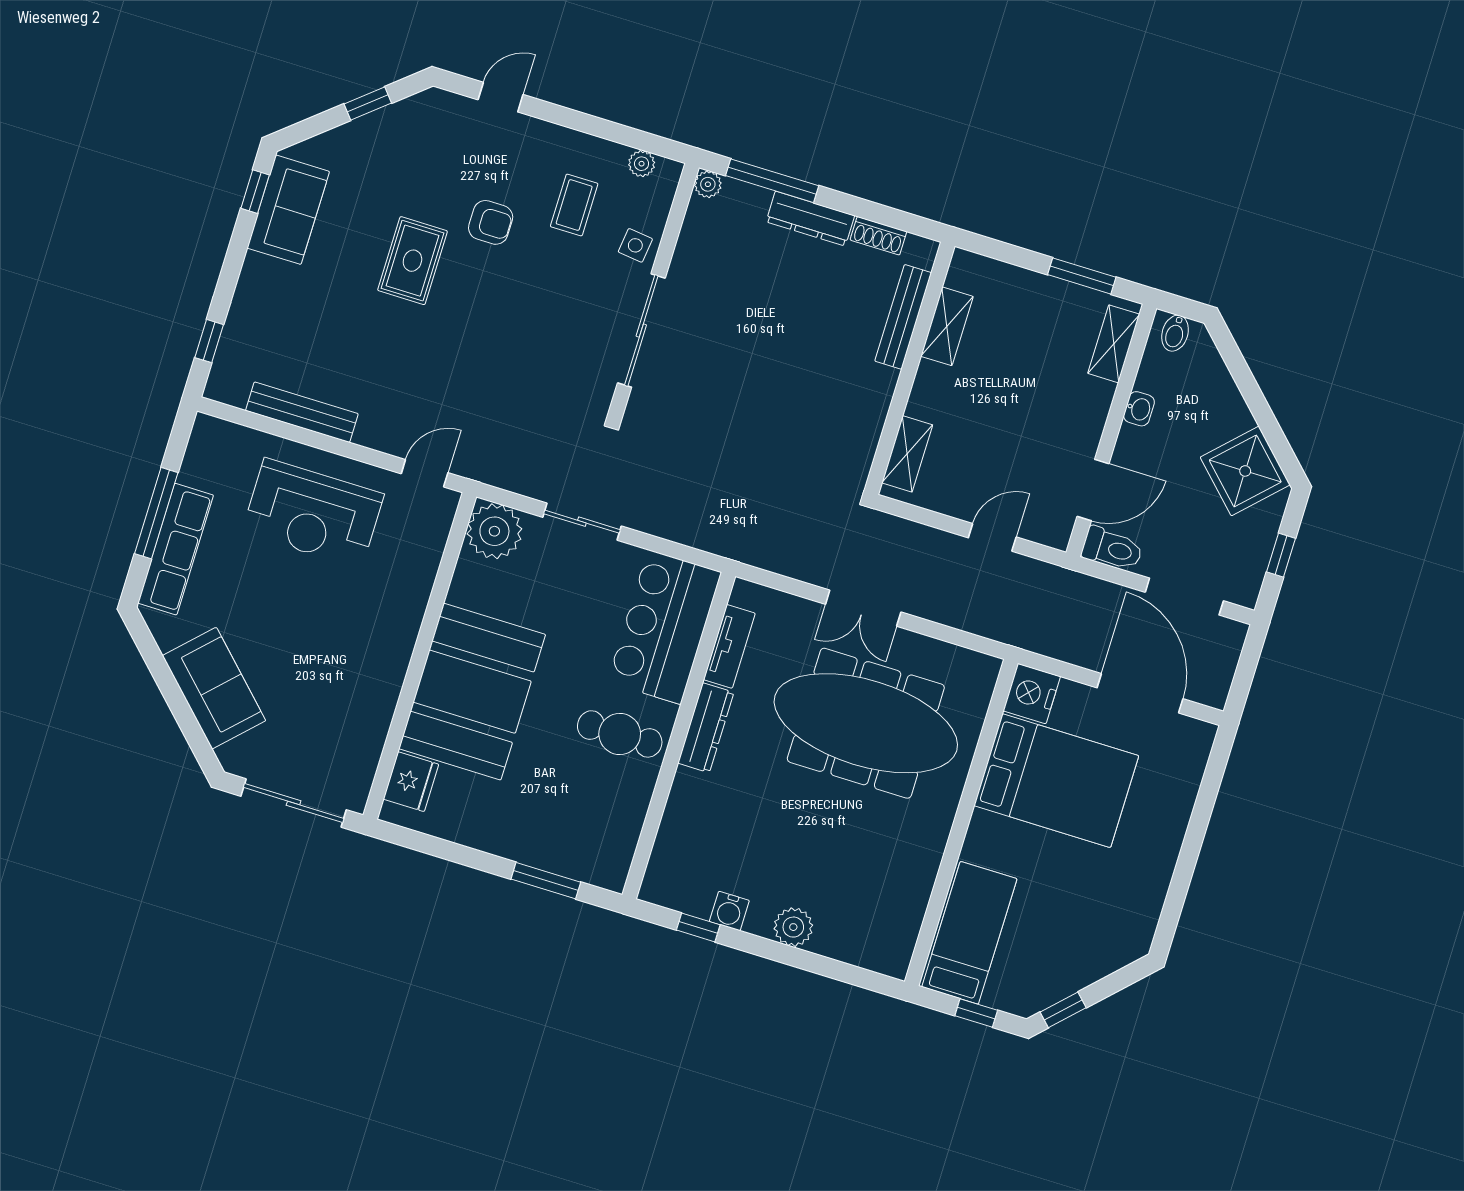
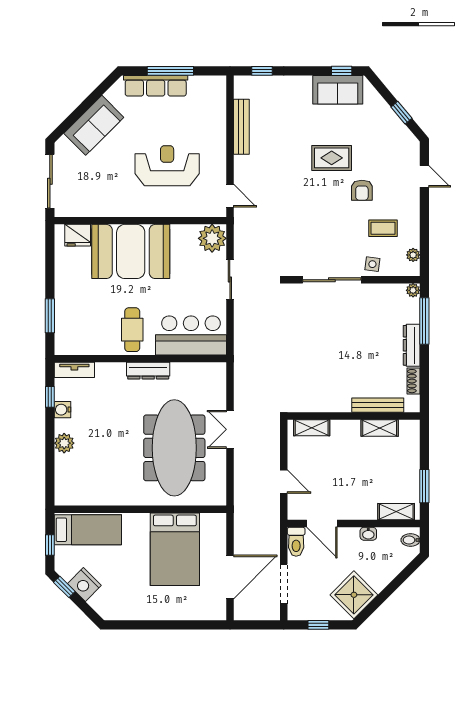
reception desk: (313, 513) -> (167, 166), moved, turned 90
tv unit: (729, 646) -> (74, 370), moved
nightstand: (1032, 694) -> (84, 584), moved, turned -135

